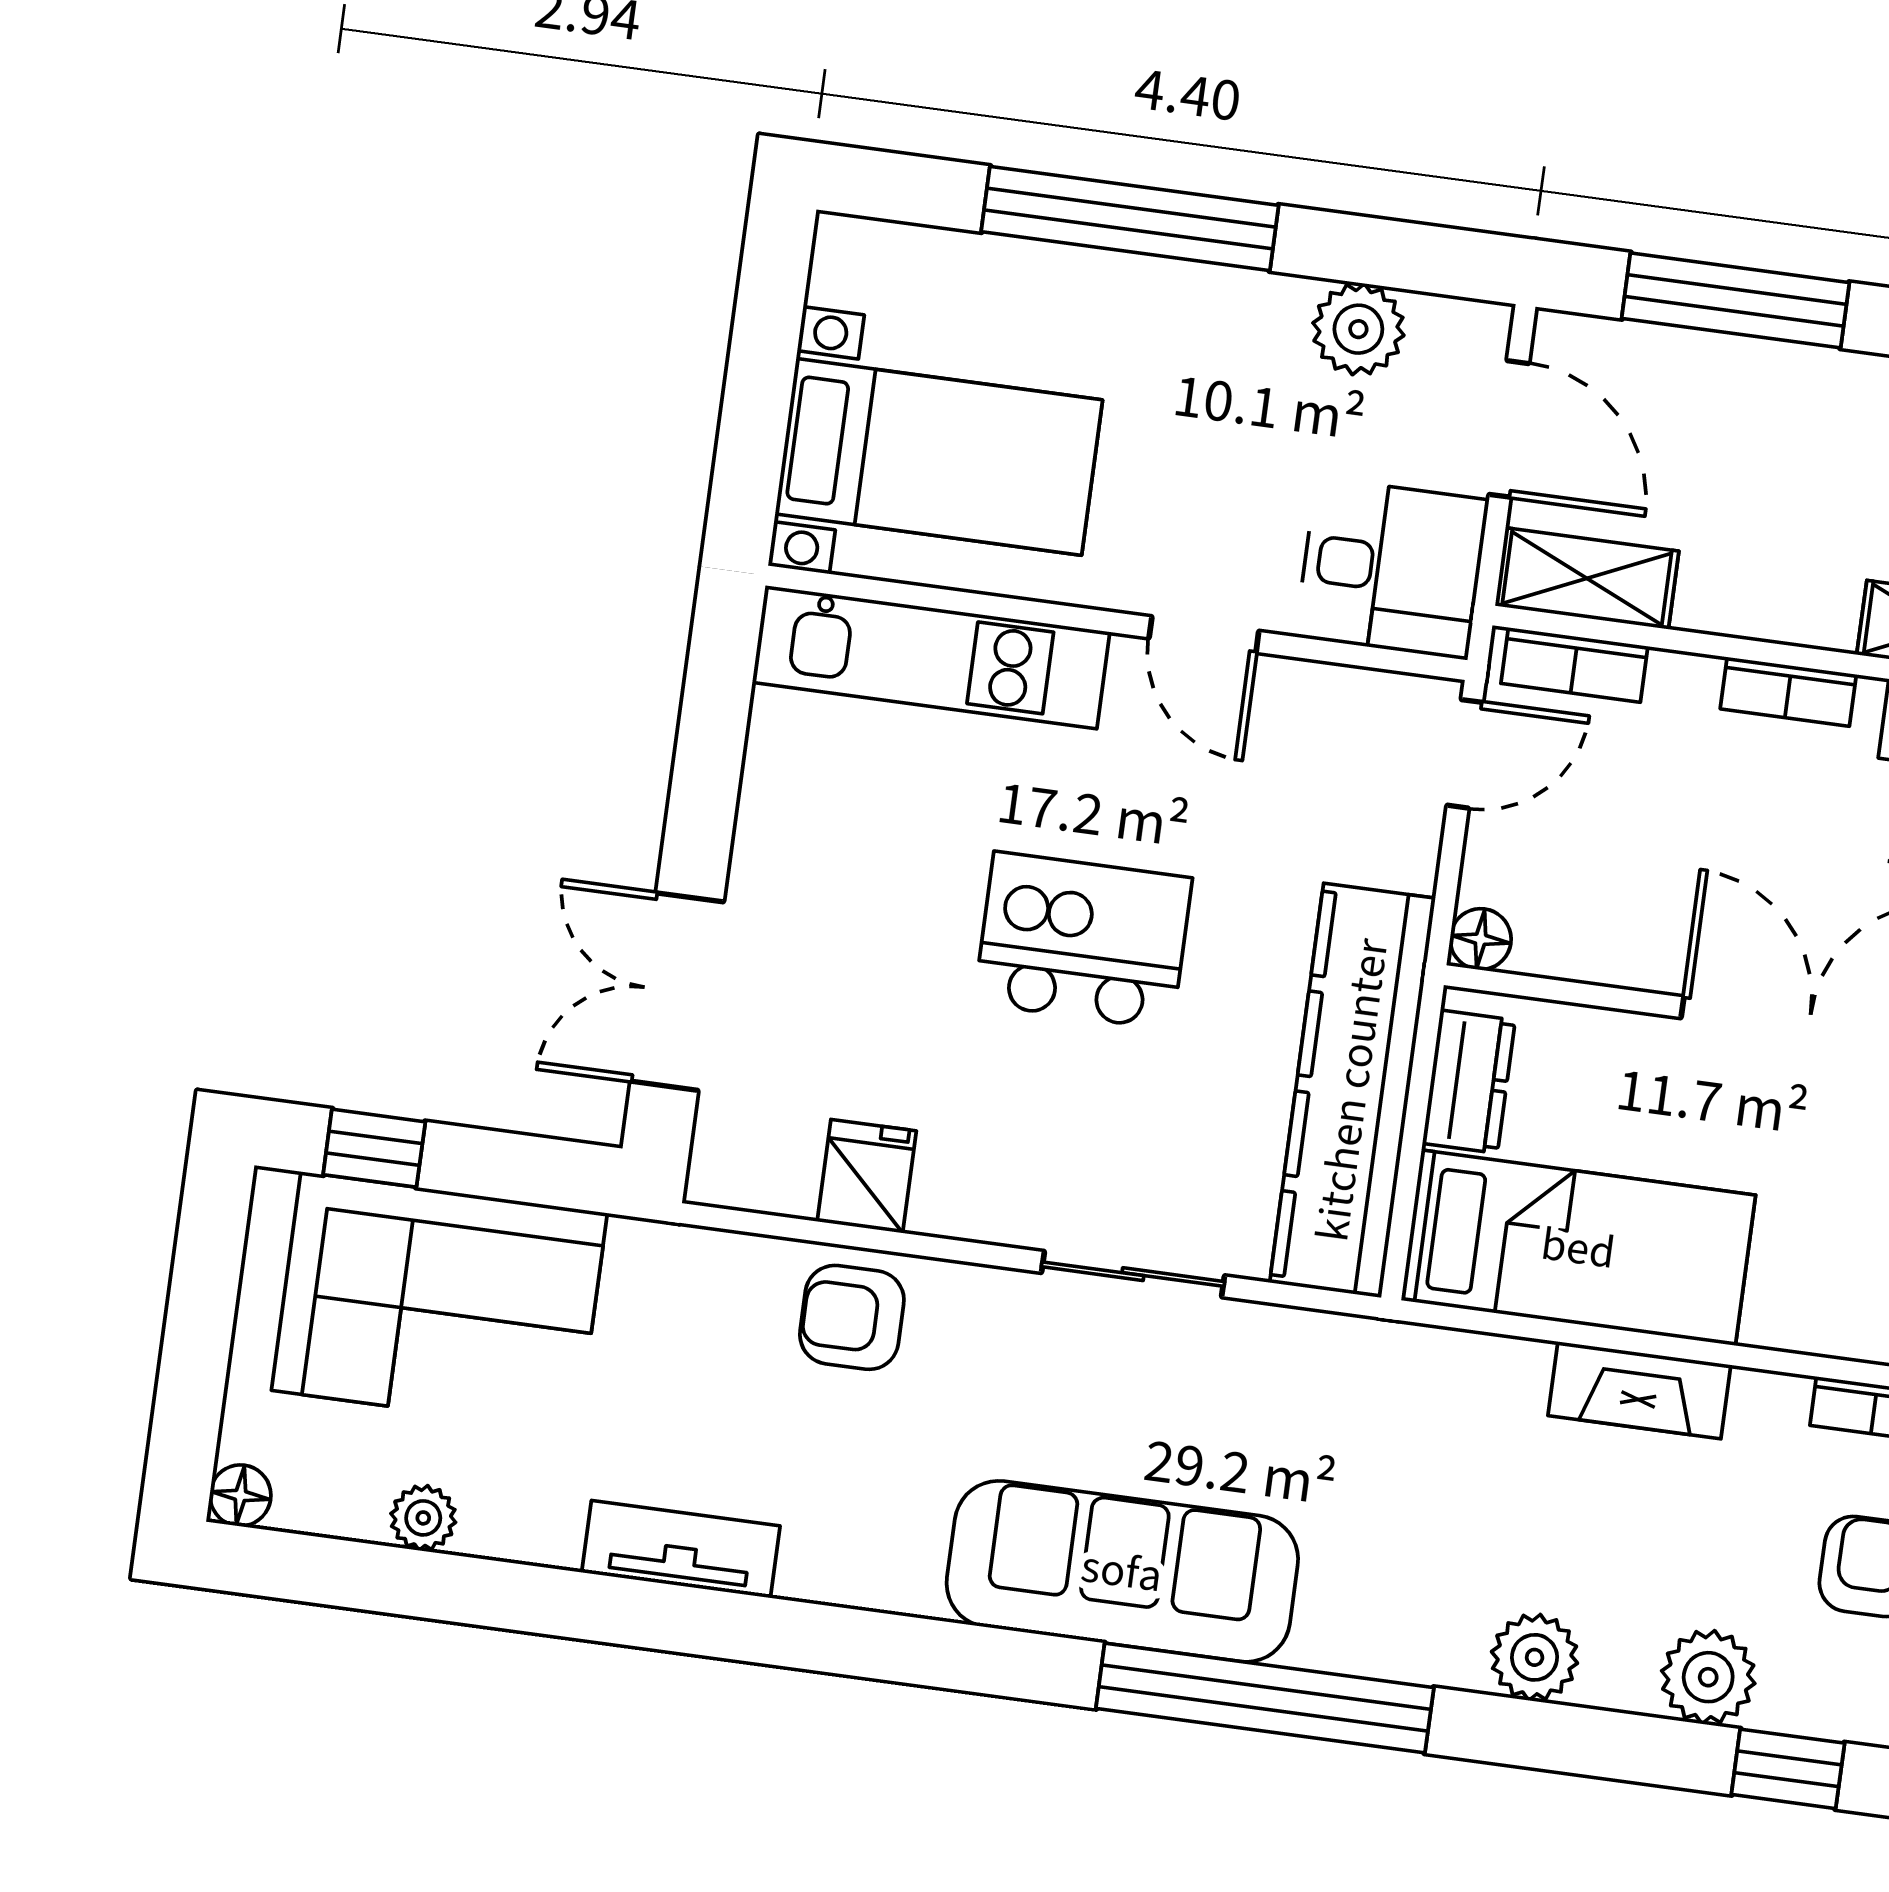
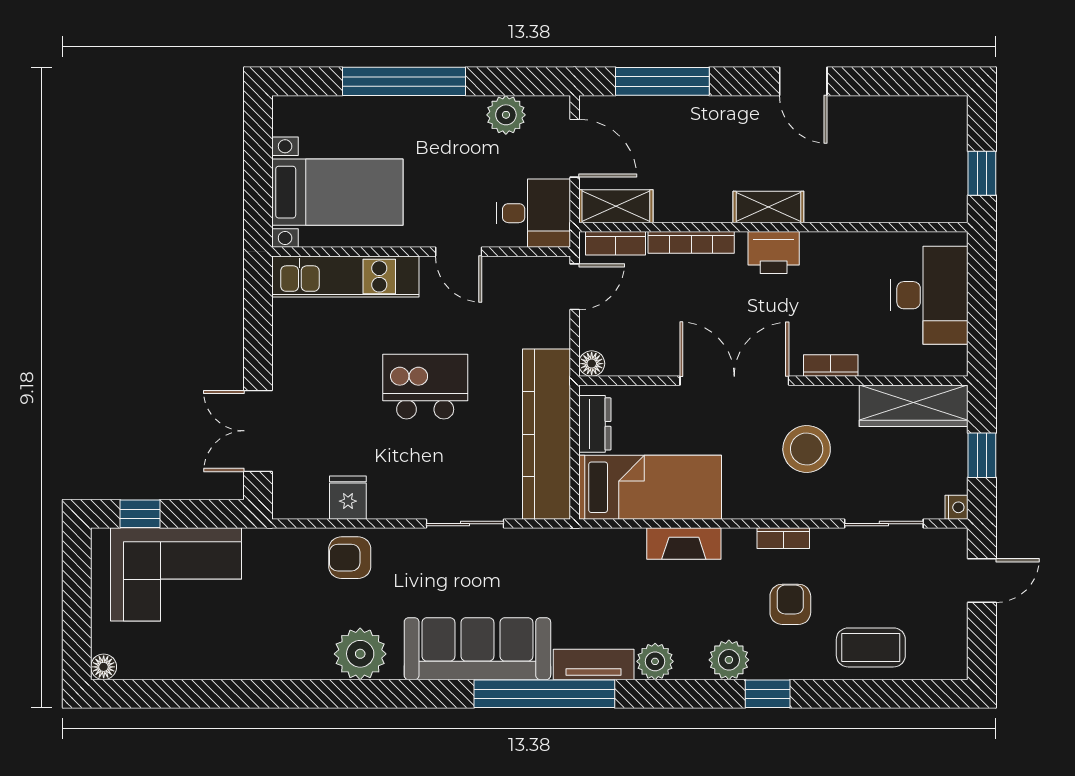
bookcase: (1788, 692) -> (691, 242), width x1.56
plant: (423, 1518) -> (360, 654), moved, width x1.88, depth x1.88
tv unit: (681, 1549) -> (594, 664), moved

